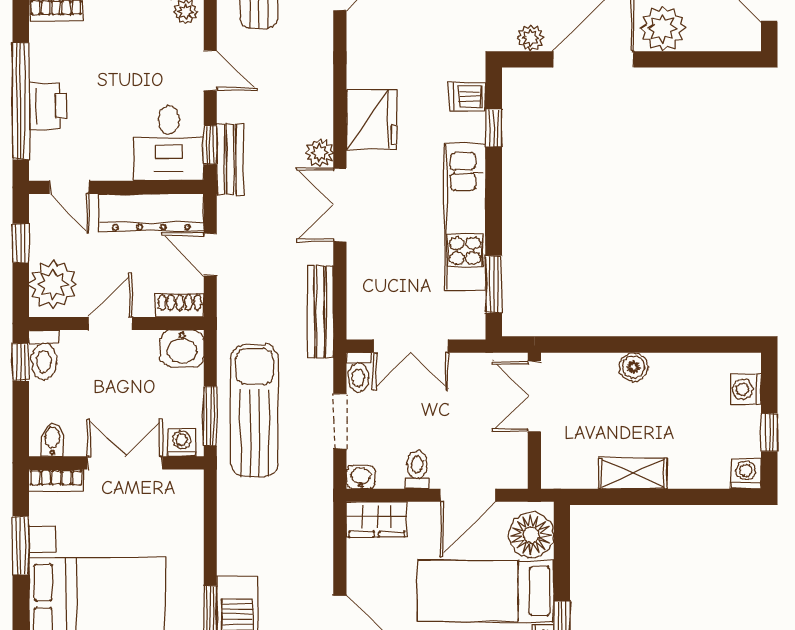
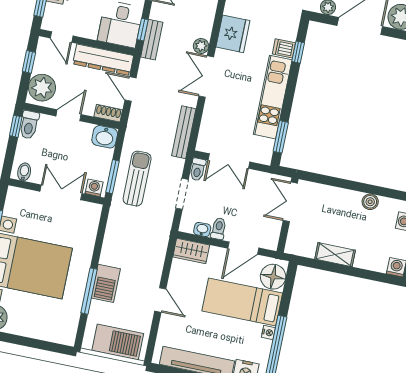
dishwasher: (467, 97) -> (284, 48), moved
boiler: (633, 367) -> (370, 202), moved
sun lounger: (255, 411) -> (137, 179), width x0.73, depth x0.75
washbasin: (361, 477) -> (202, 229), moved
bookcase: (56, 480) -> (22, 194), removed

